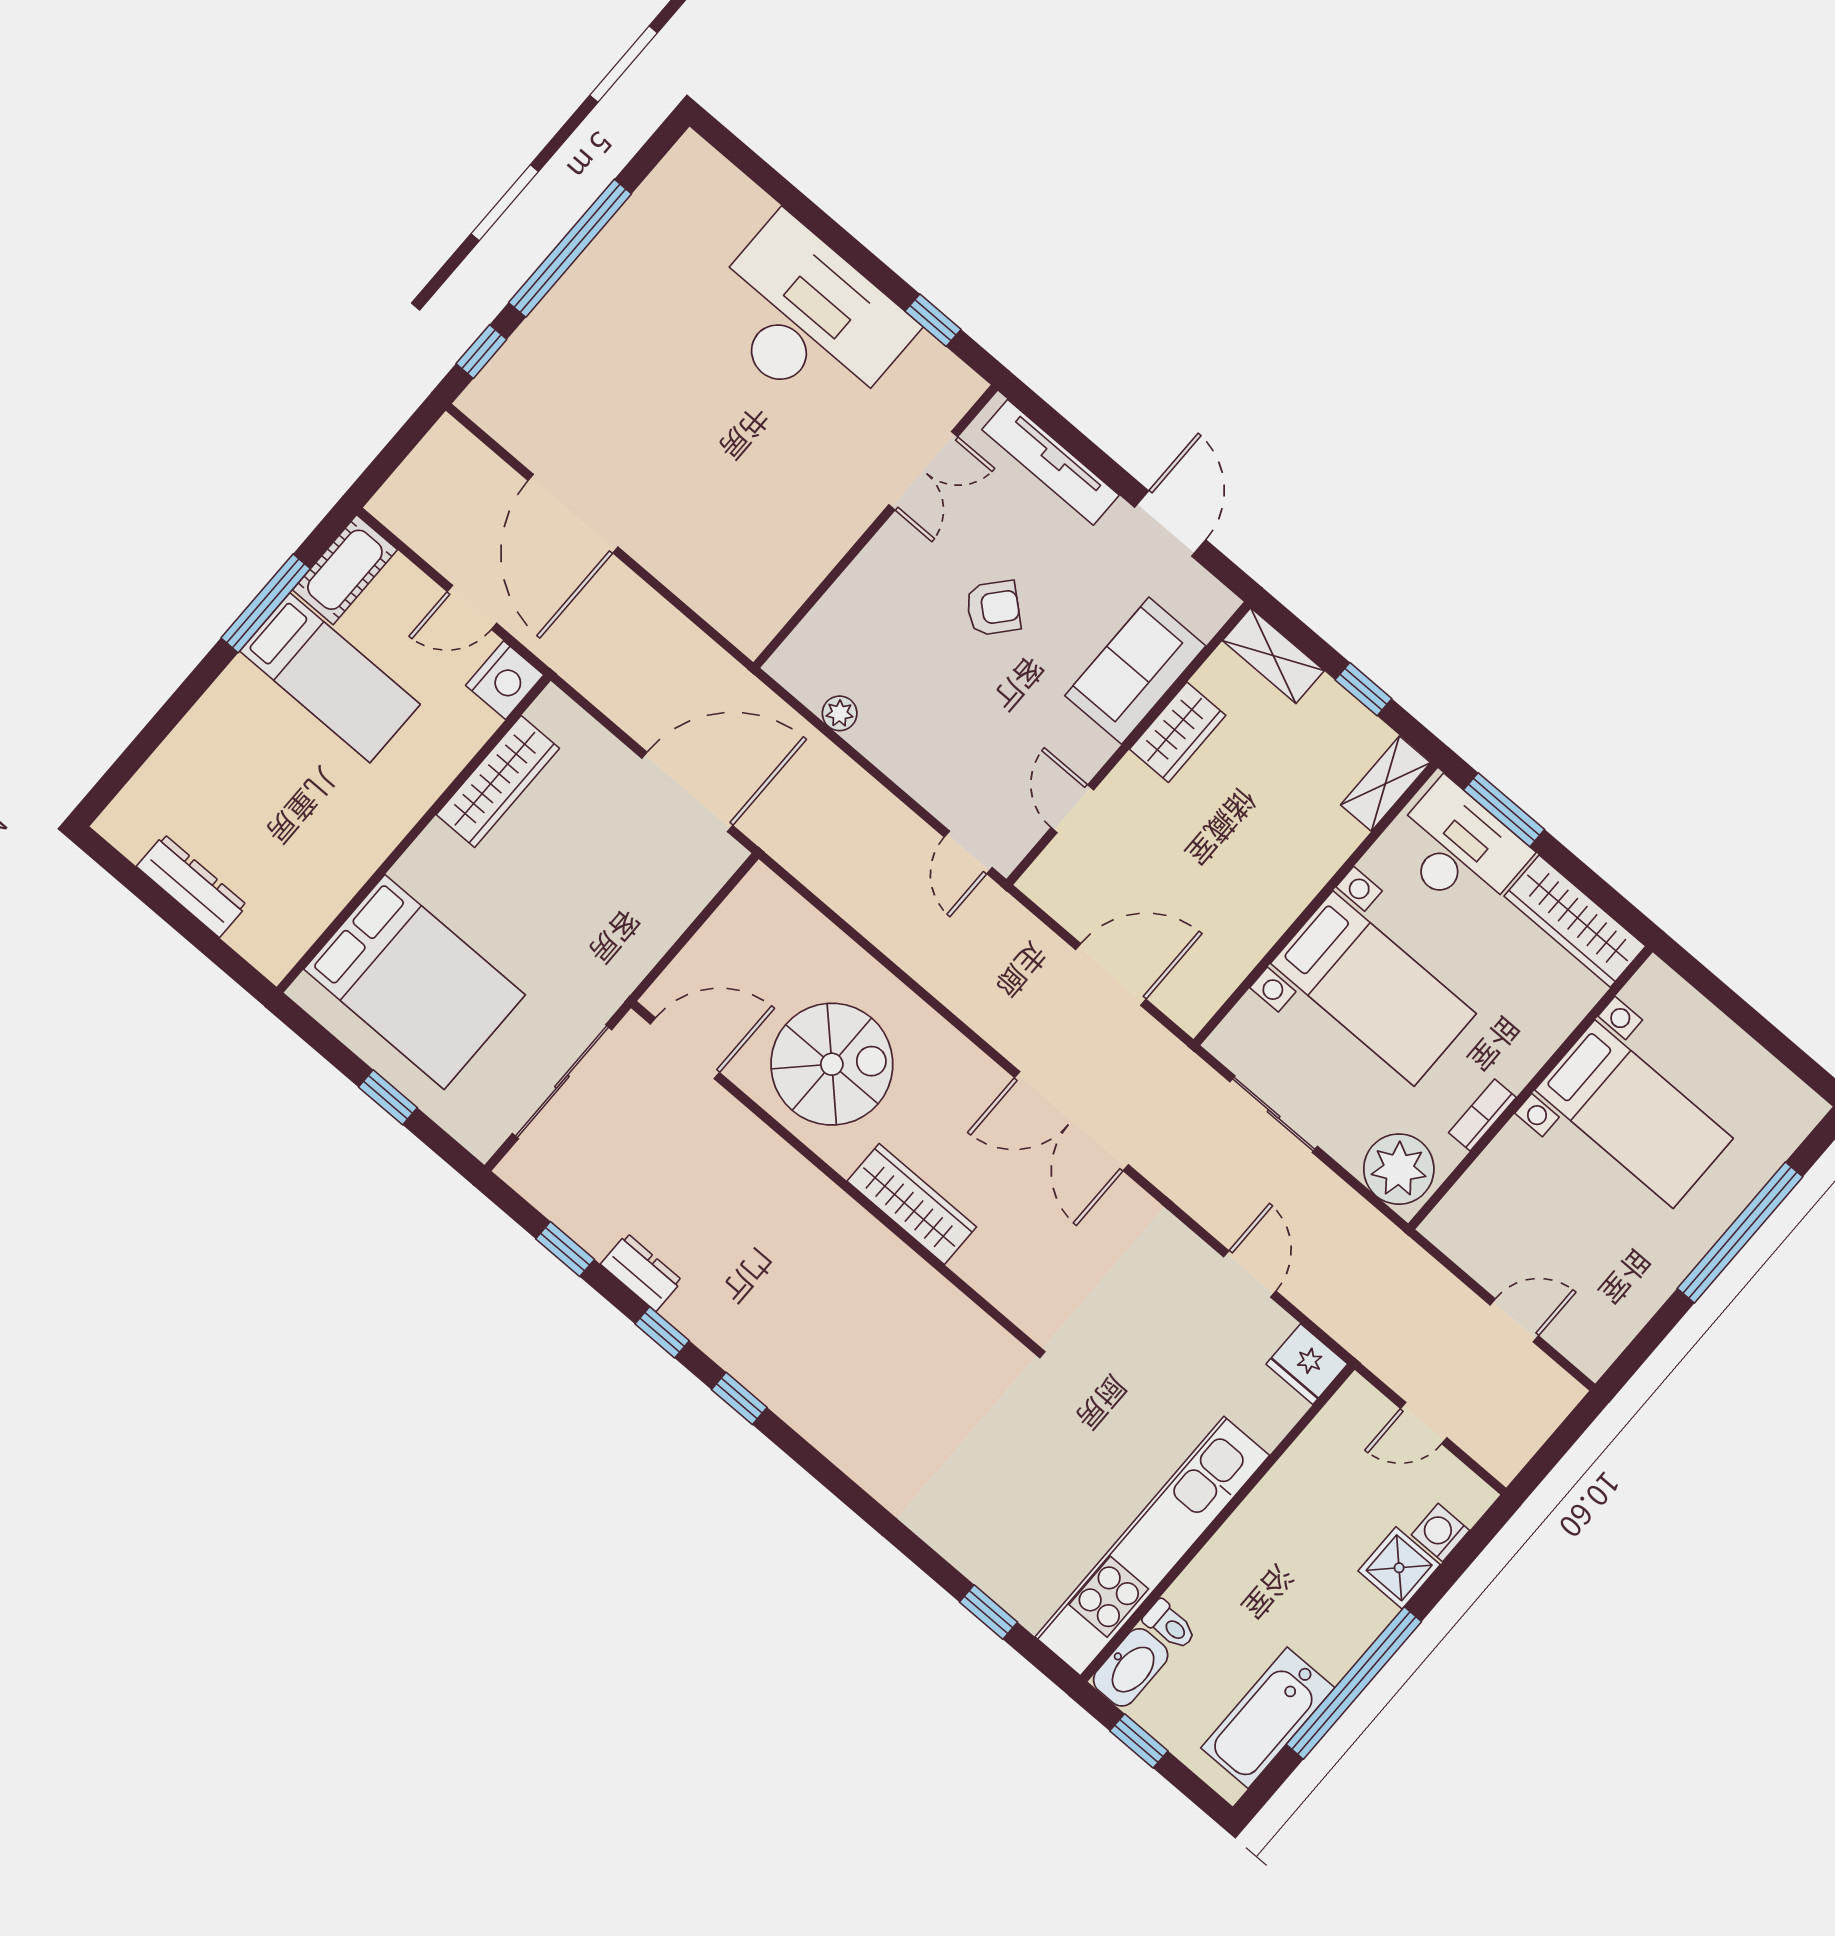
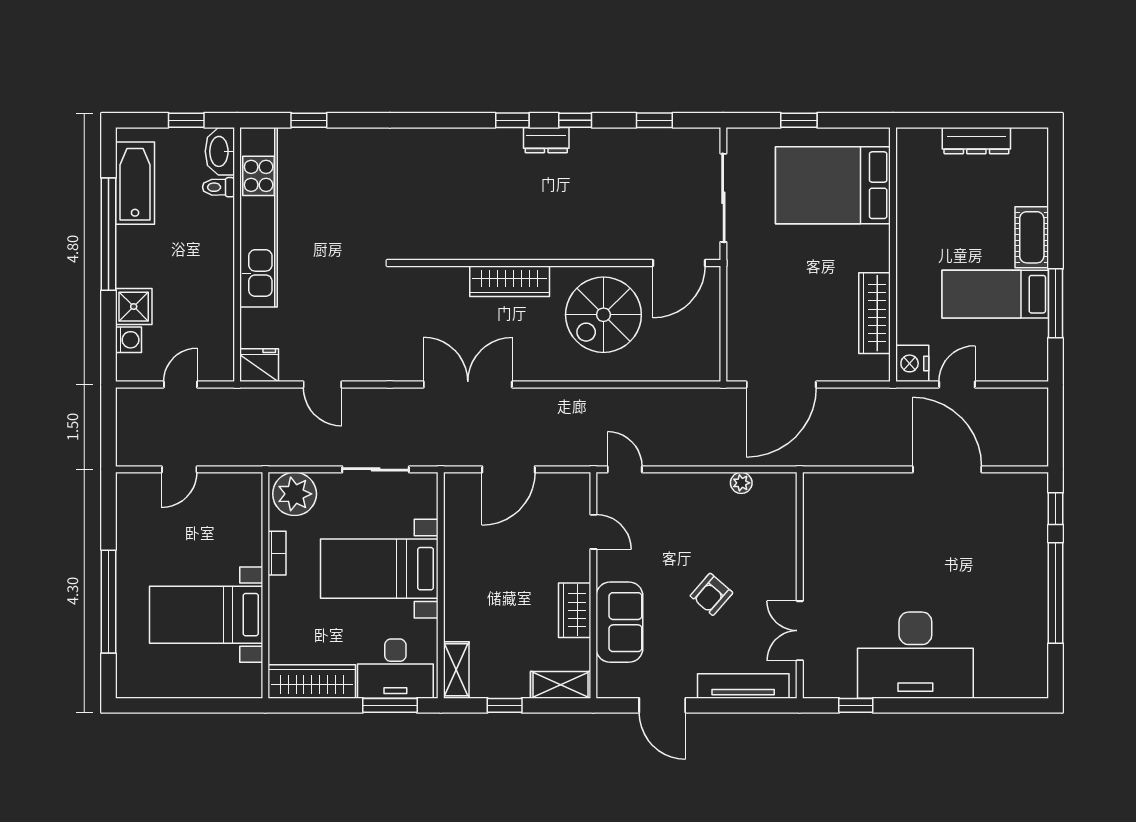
cot: (345, 570) -> (1032, 237), moved
dresser: (641, 1272) -> (546, 140), moved

